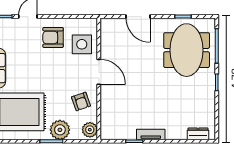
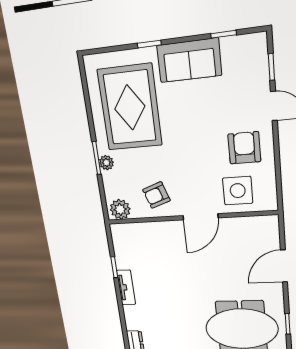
plant: (60, 130) -> (106, 163), width x0.53, depth x0.53

